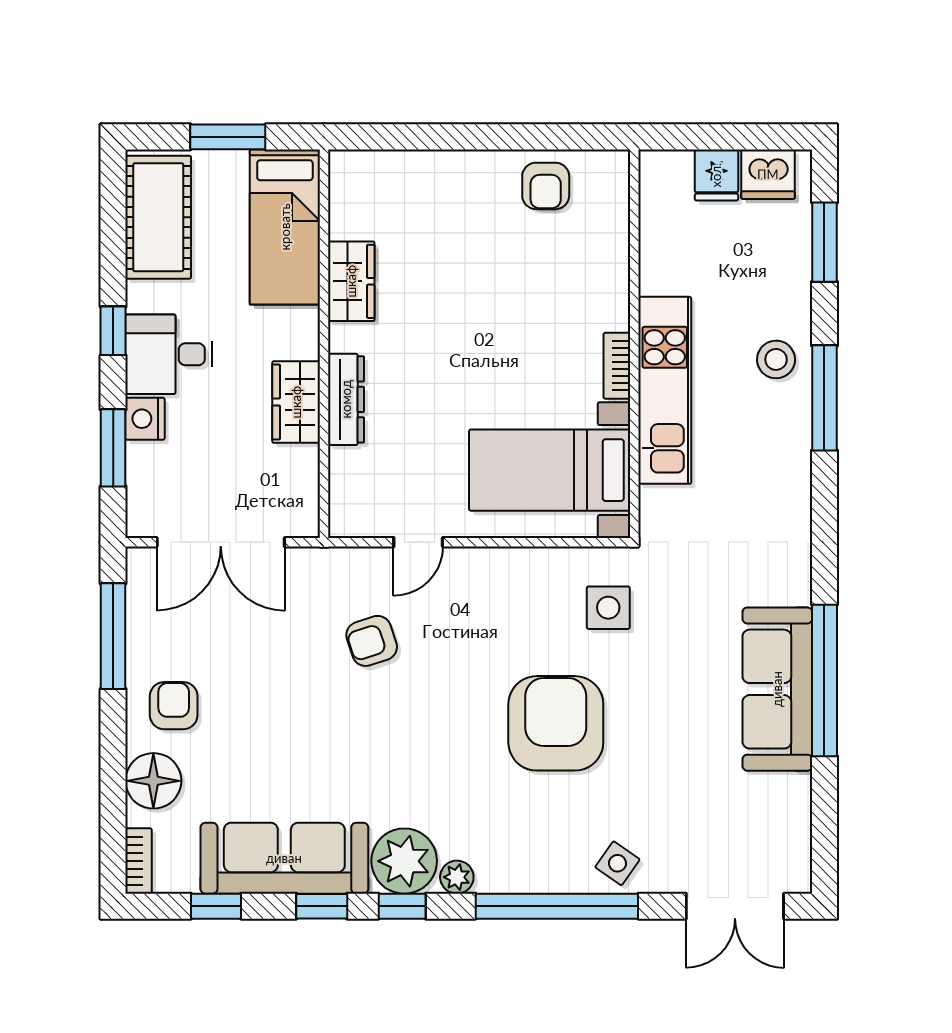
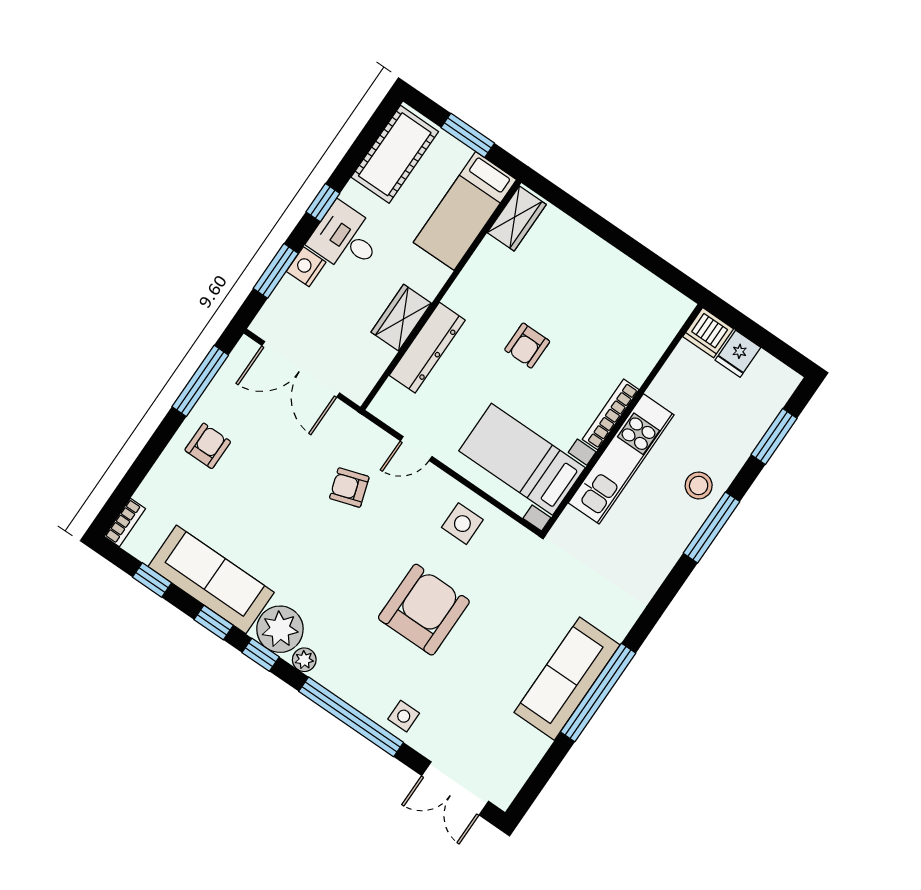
dishwasher: (768, 174) -> (708, 333), moved
armchair: (546, 186) -> (527, 346), moved
wardrobe: (351, 281) -> (517, 219), moved
bookcase: (617, 366) -> (611, 414), width x1.56
dresser: (346, 399) -> (427, 348), width x1.37, depth x1.24
side table: (608, 608) -> (462, 524), moved
floor lamp: (153, 781) -> (166, 482), removed
side table: (617, 863) -> (404, 716), turned -35

